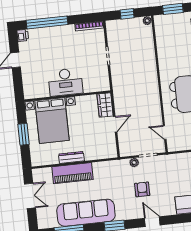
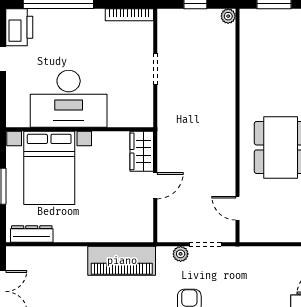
printer: (23, 35) -> (19, 27), width x1.87, depth x1.48
desk: (65, 82) -> (69, 99), width x1.36, depth x1.30
dresser: (71, 157) -> (32, 234), moved
piano: (73, 173) -> (122, 261), moved

